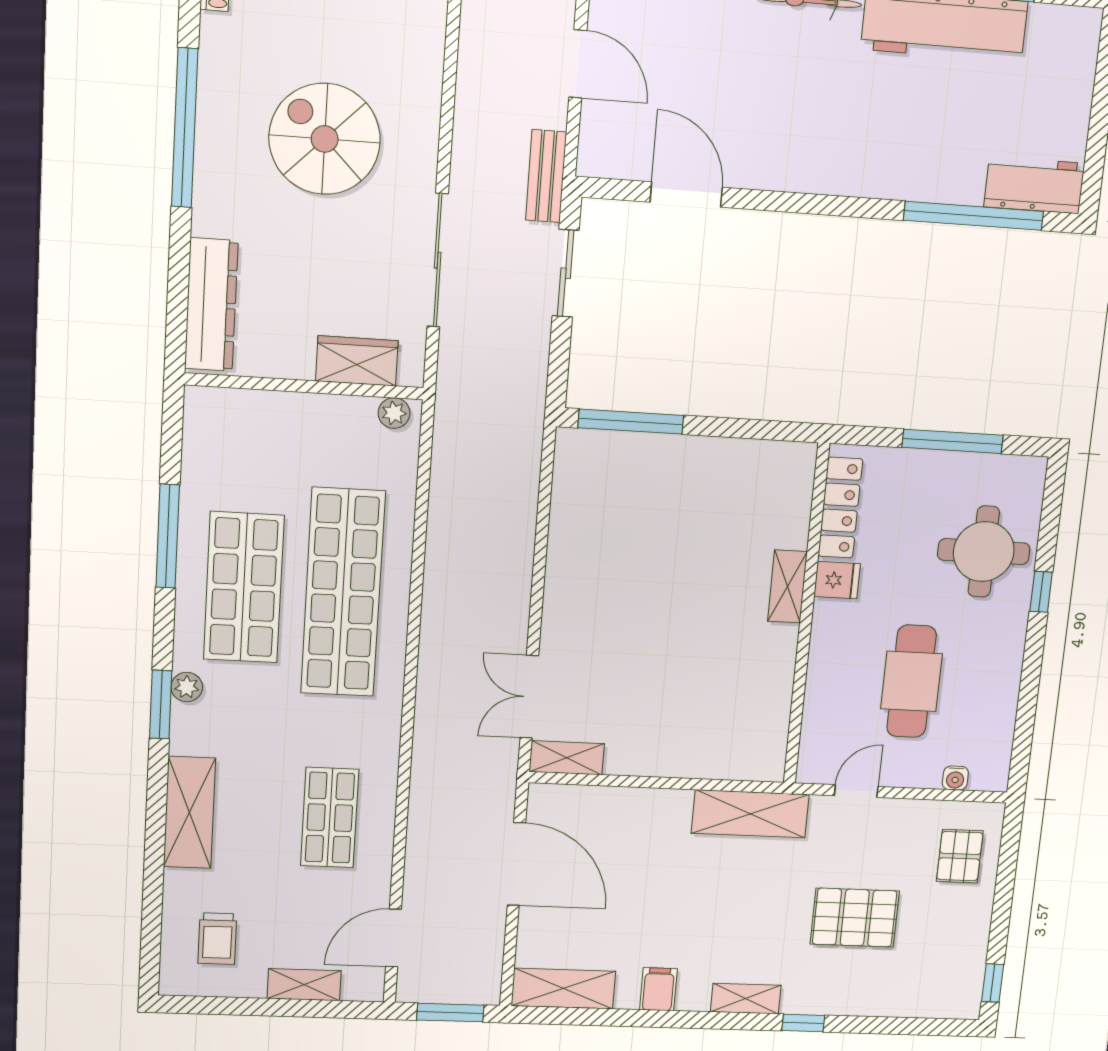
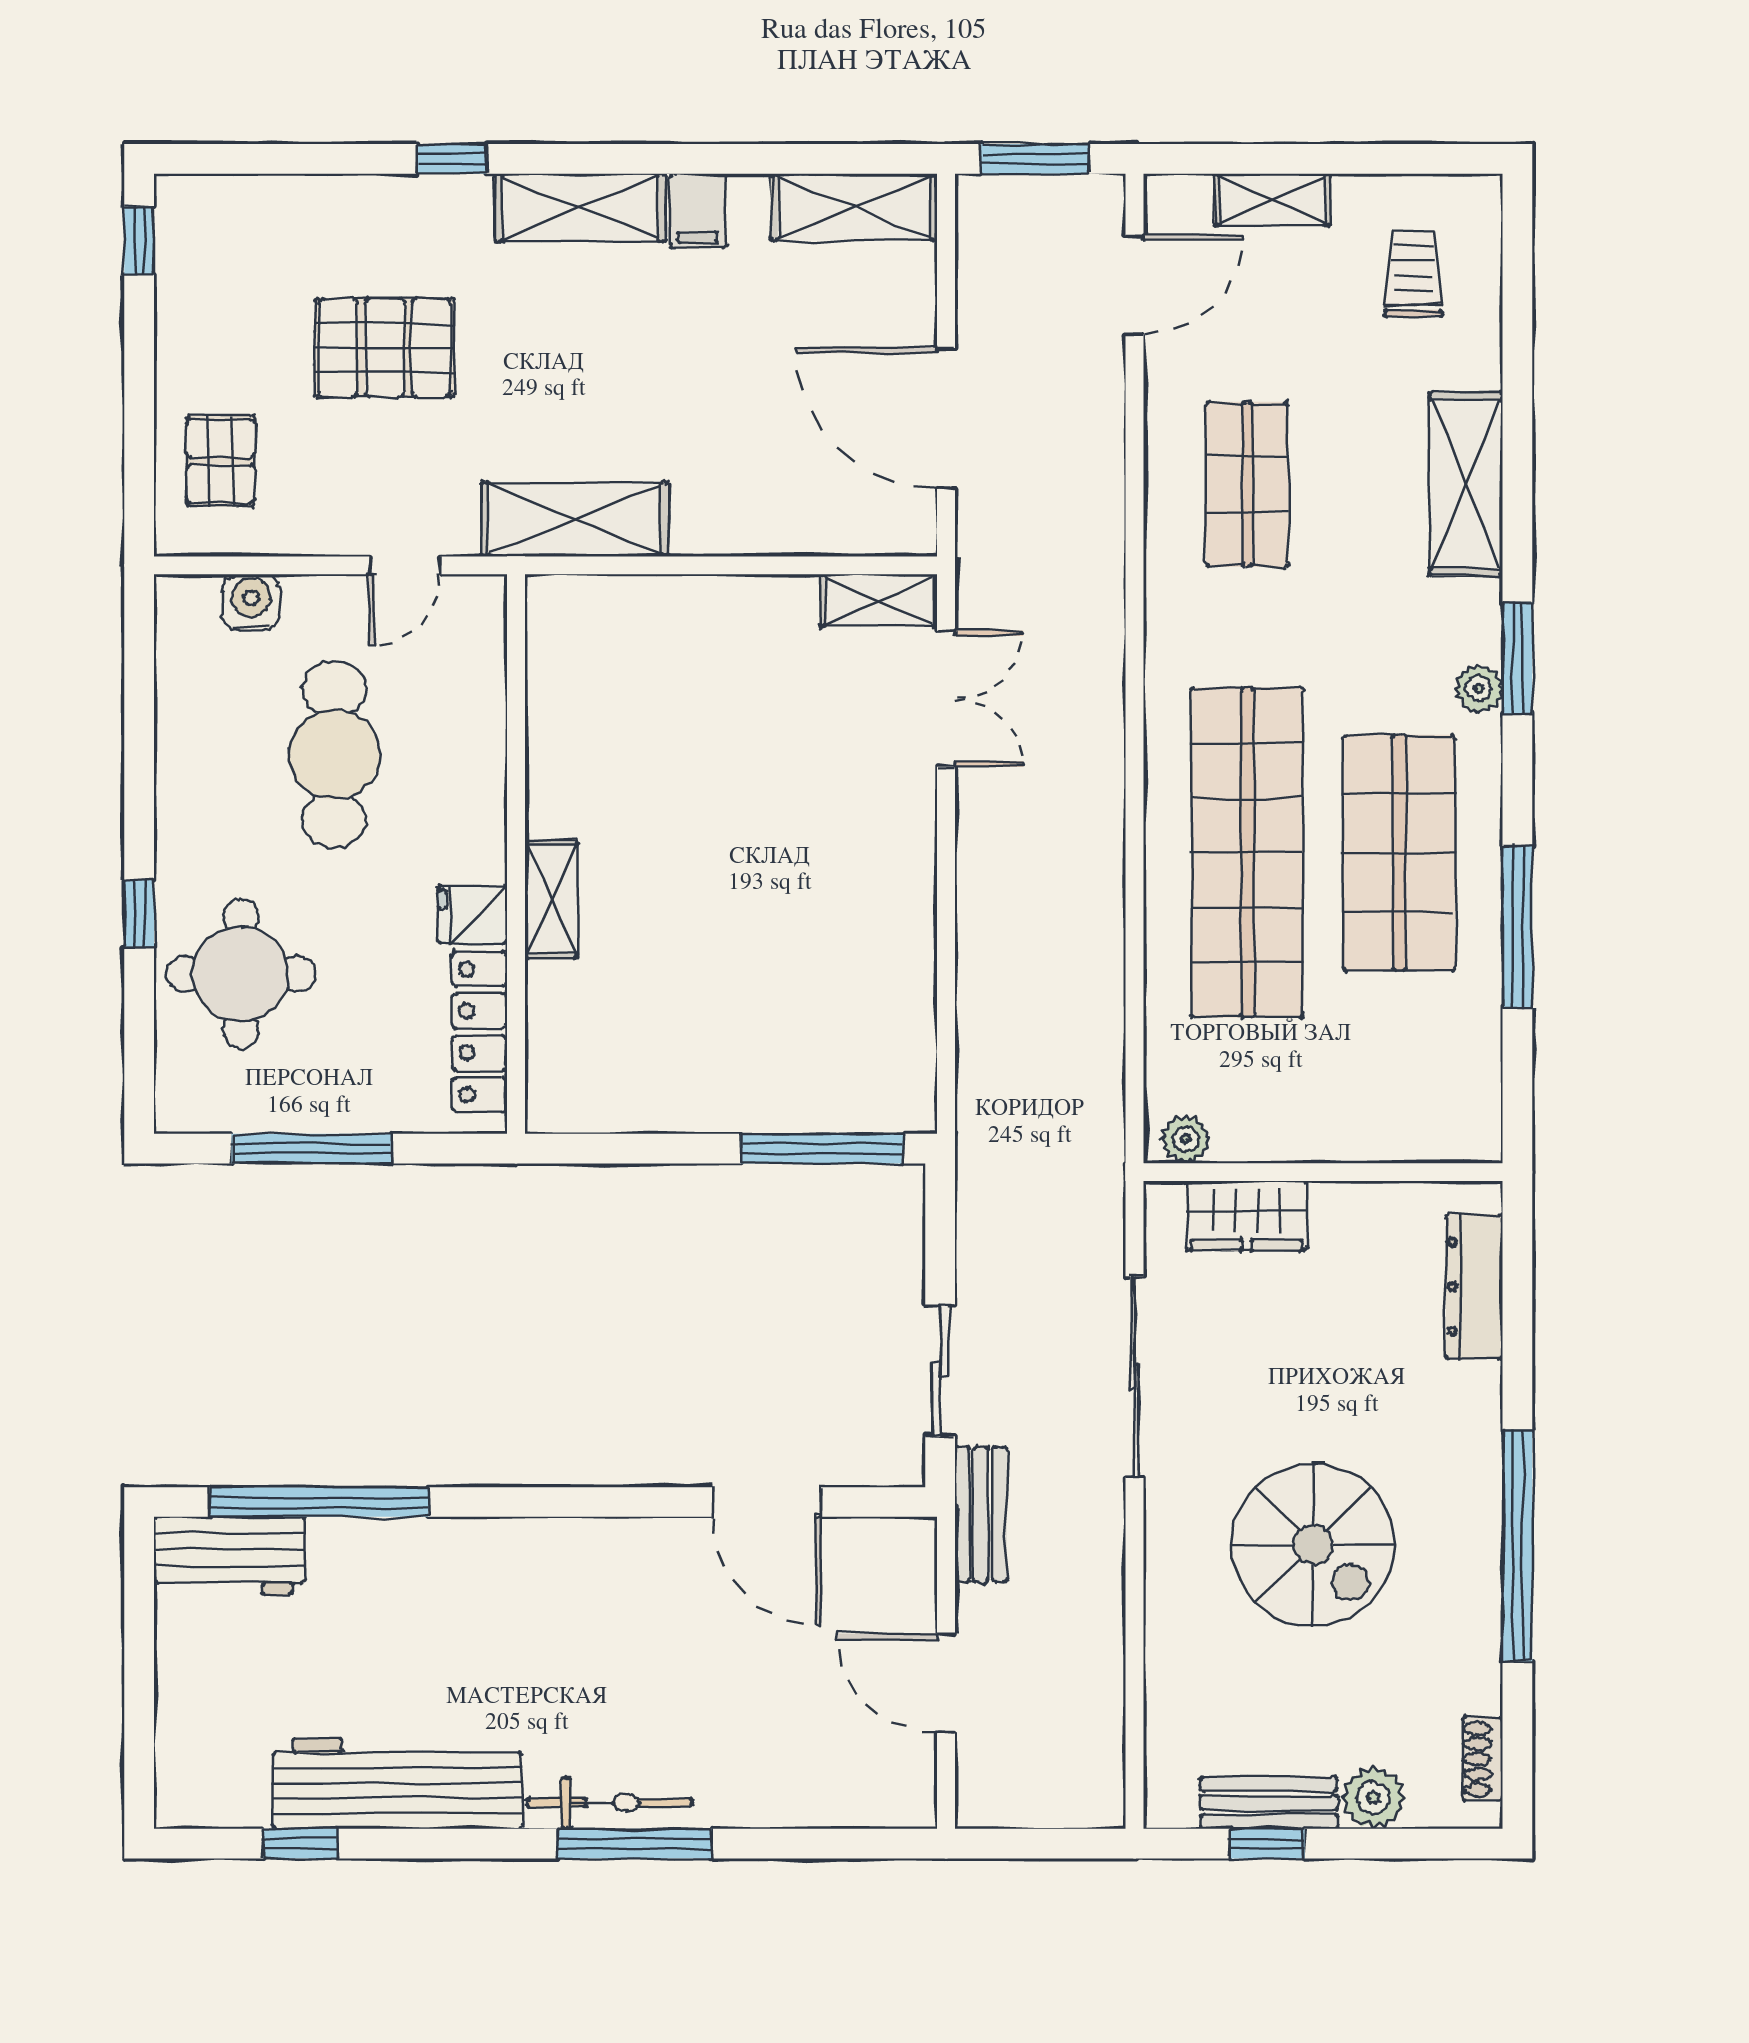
dresser: (211, 305) -> (1474, 1287), width x0.73, depth x0.80
water cooler: (955, 778) -> (251, 603), width x1.38, depth x1.38
shelving: (746, 999) -> (580, 208), width x1.50, depth x1.33

